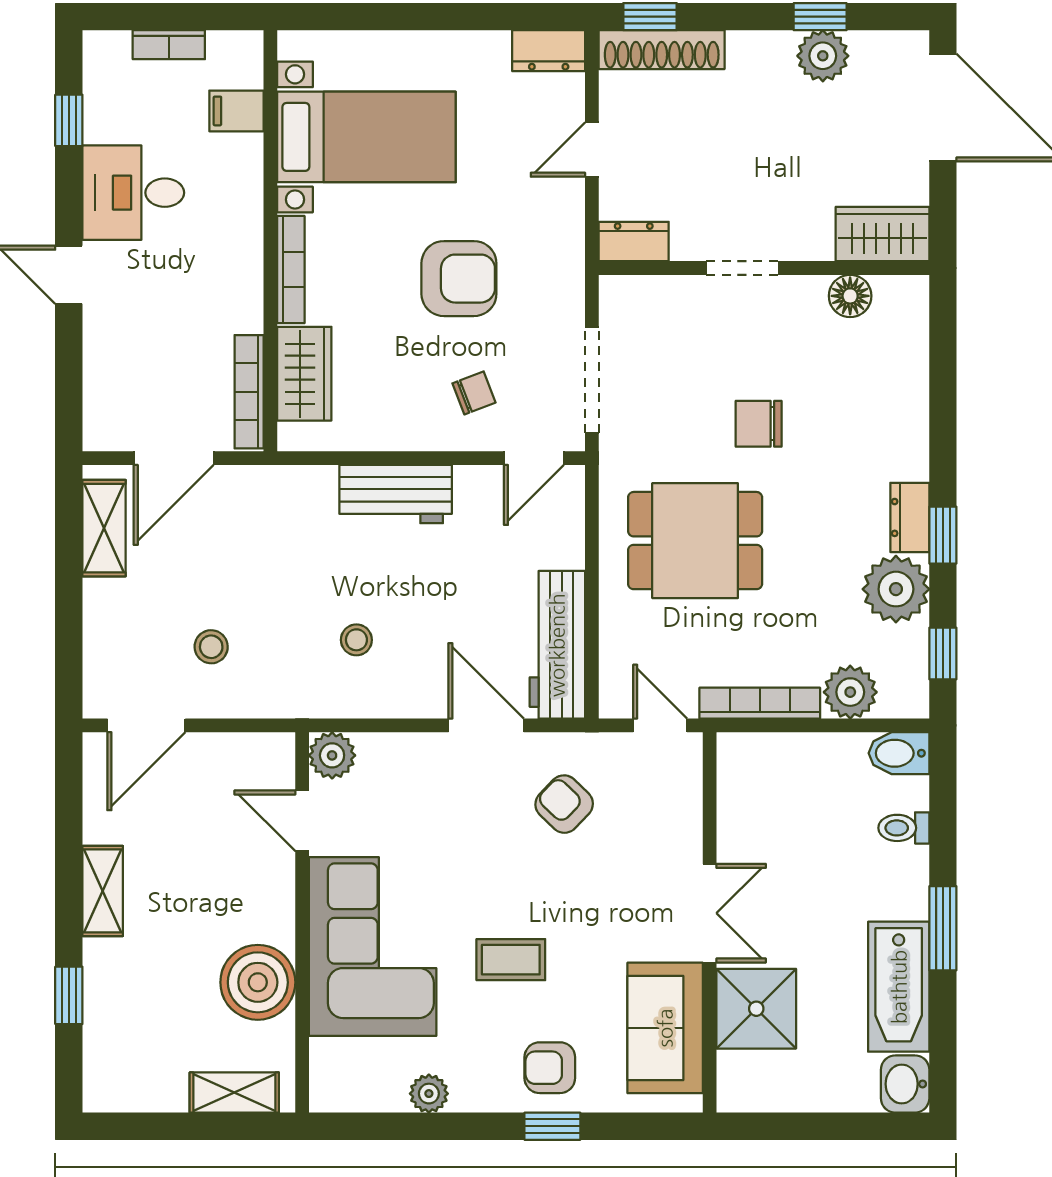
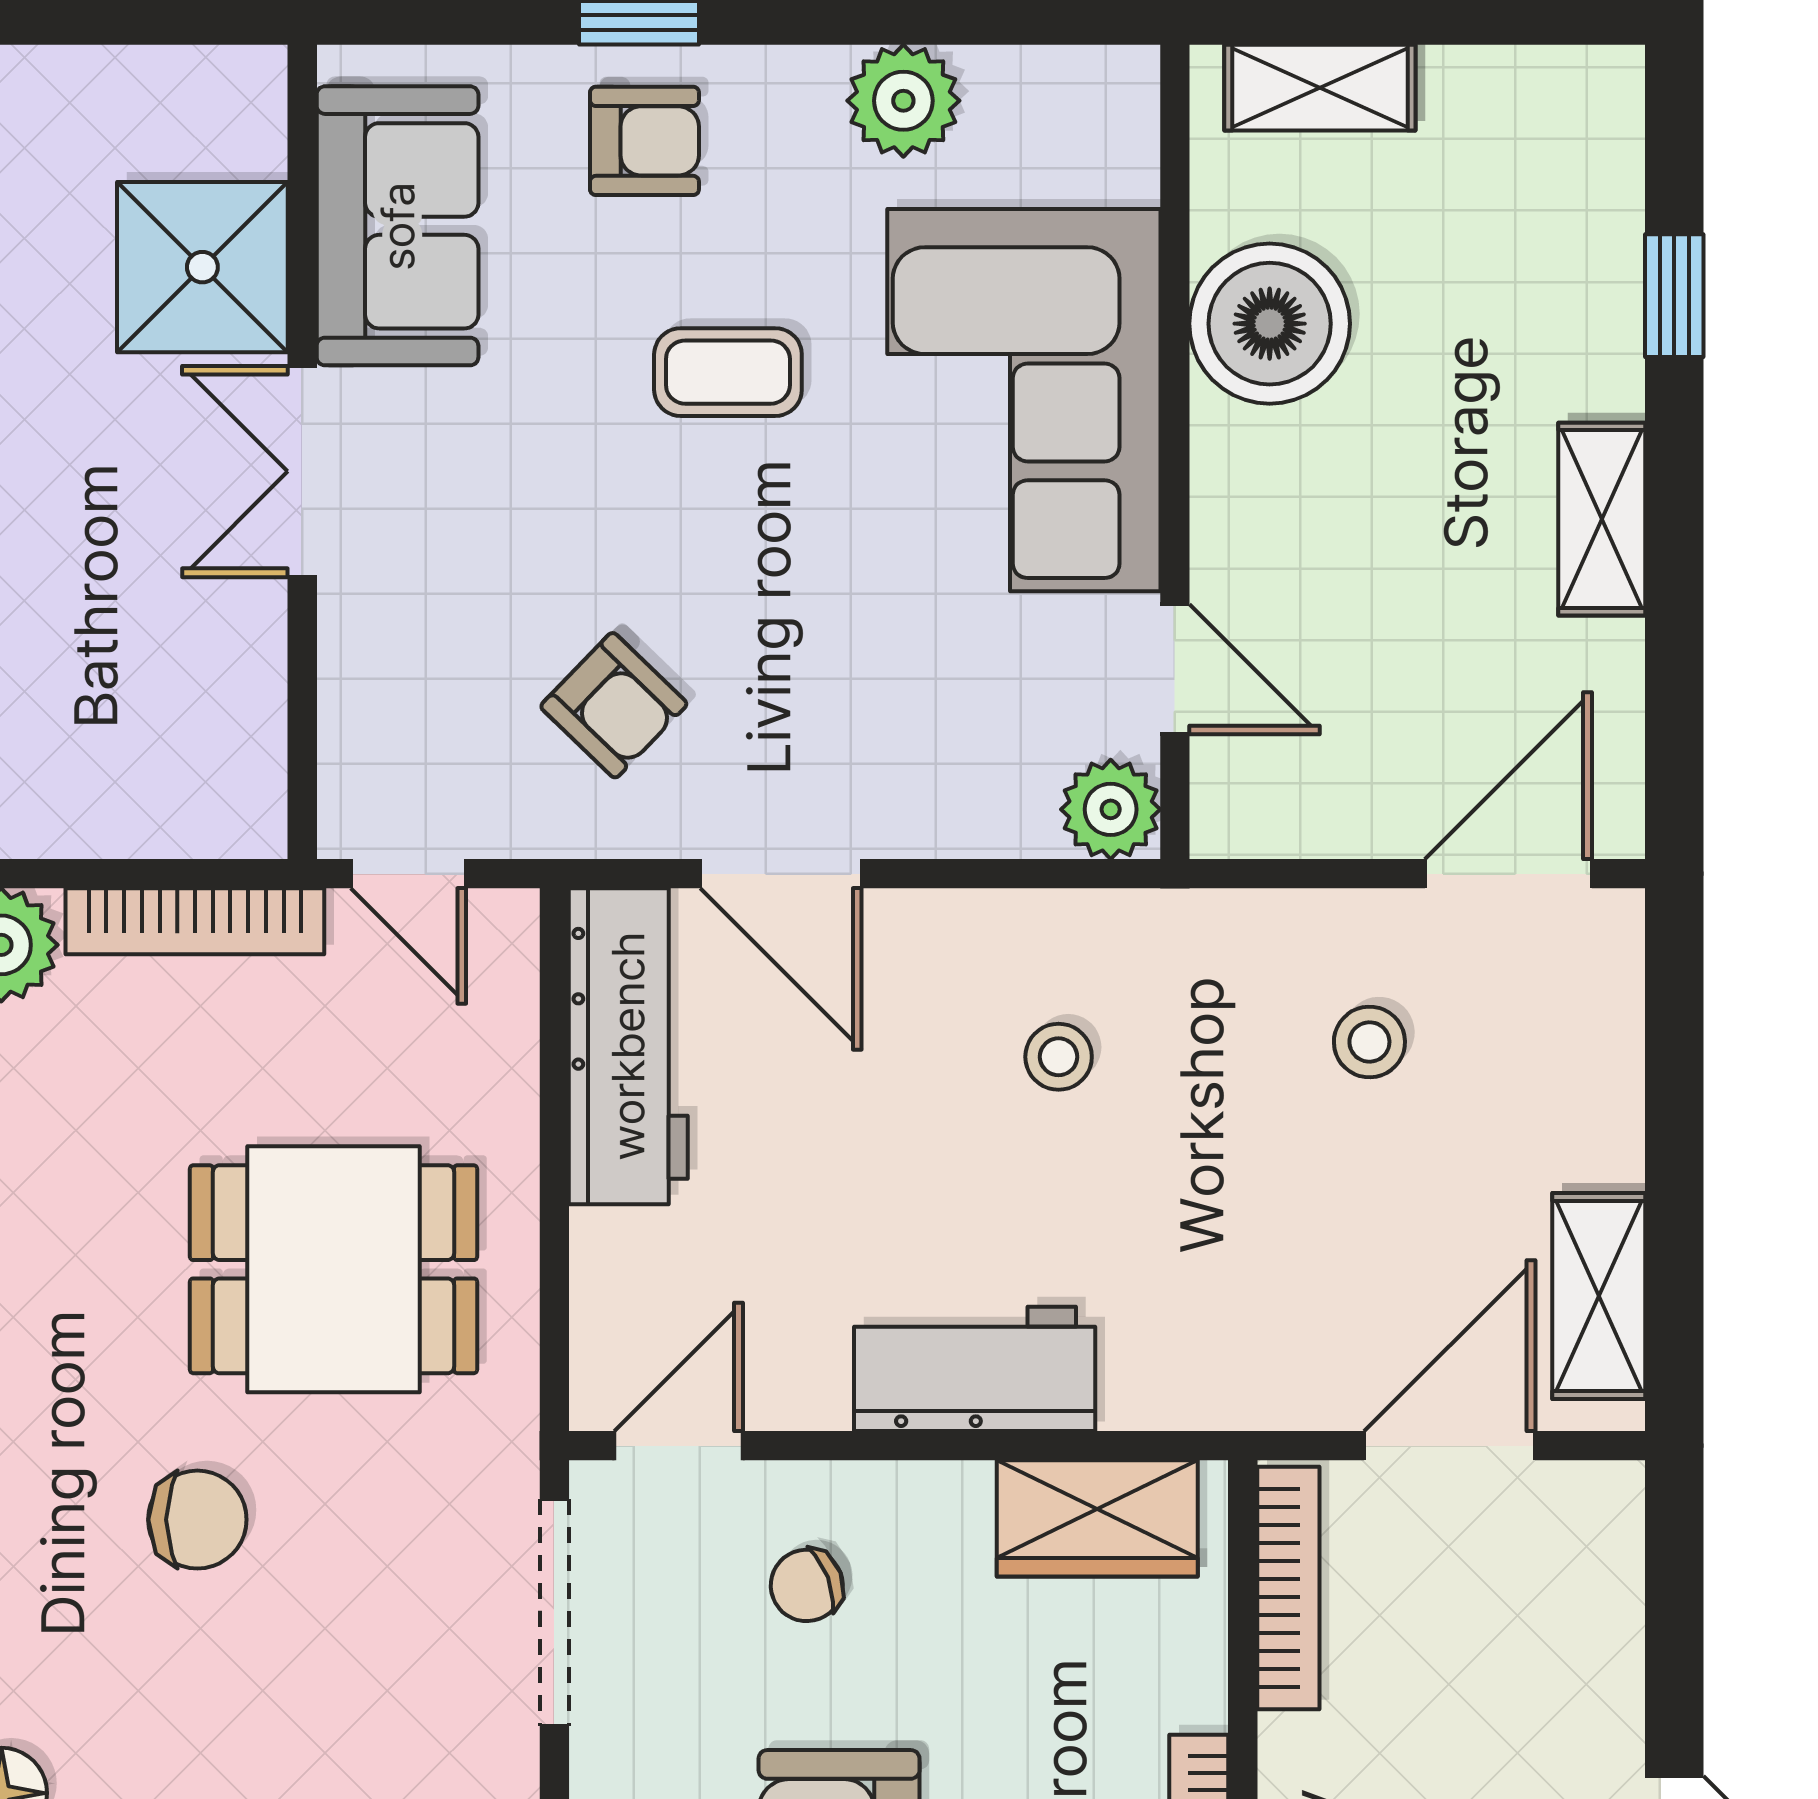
wardrobe: (304, 374) -> (1097, 1518), moved, turned -90
plant: (429, 1094) -> (903, 101), width x1.38, depth x1.38

